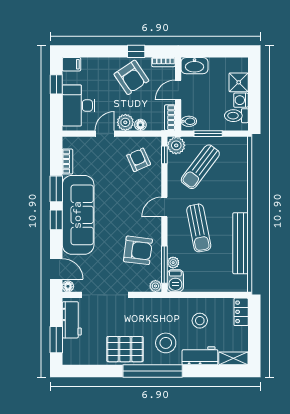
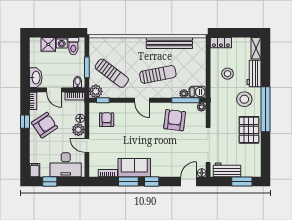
armchair: (139, 160) -> (107, 120), turned 114
sofa: (78, 215) -> (134, 168), width x0.54, depth x0.79

